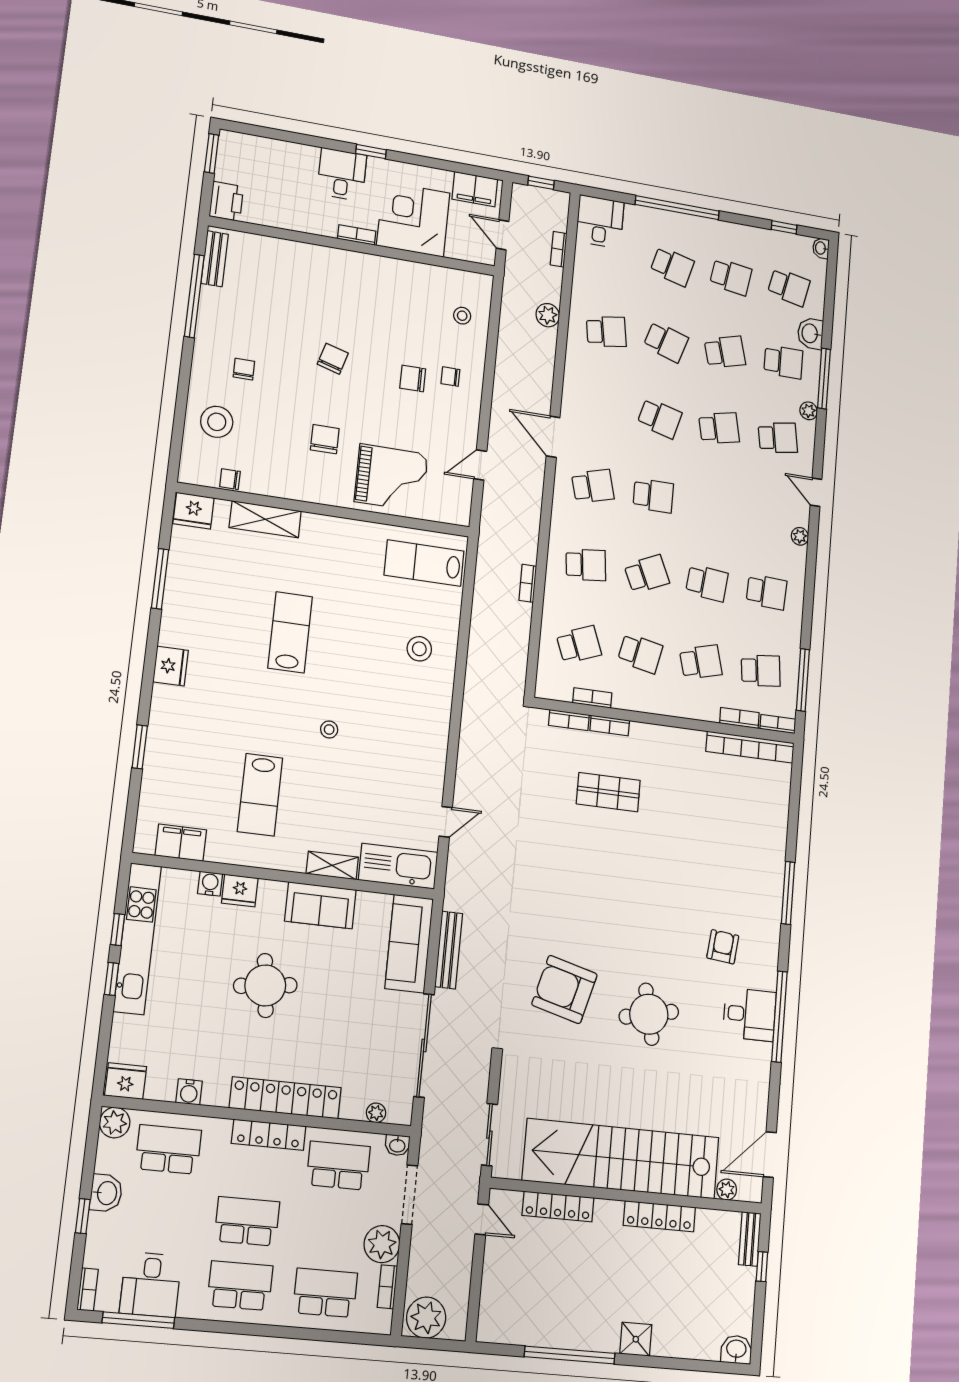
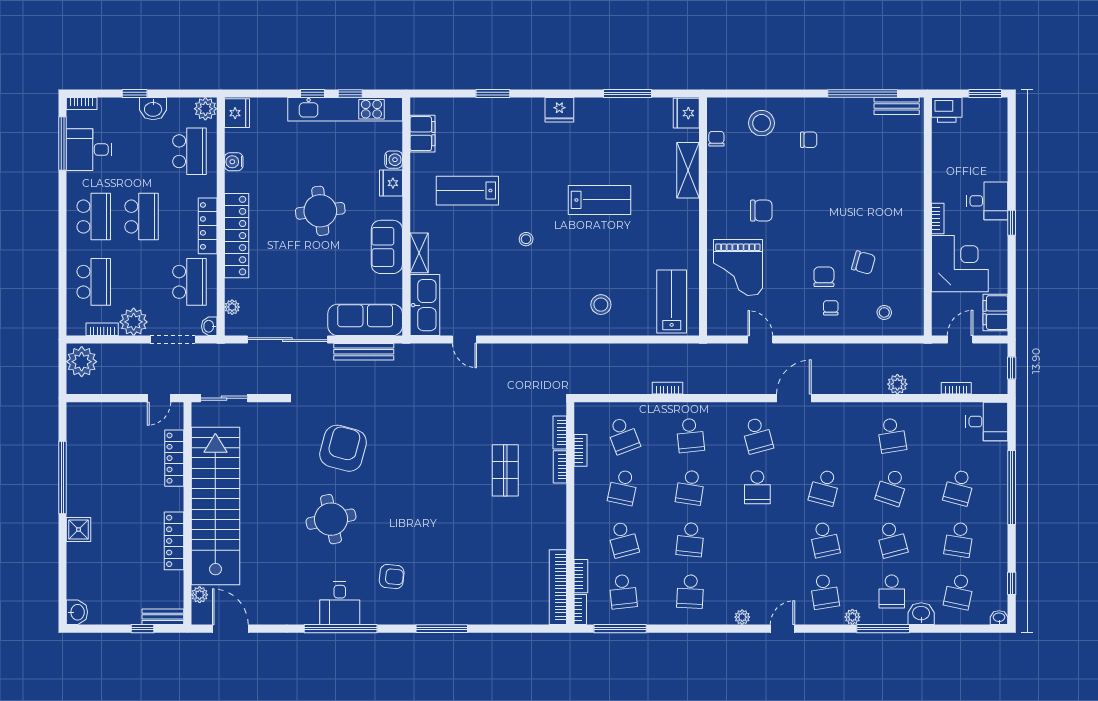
chair: (333, 359) -> (864, 263), moved
school desk: (647, 574) -> (690, 487), turned 33

